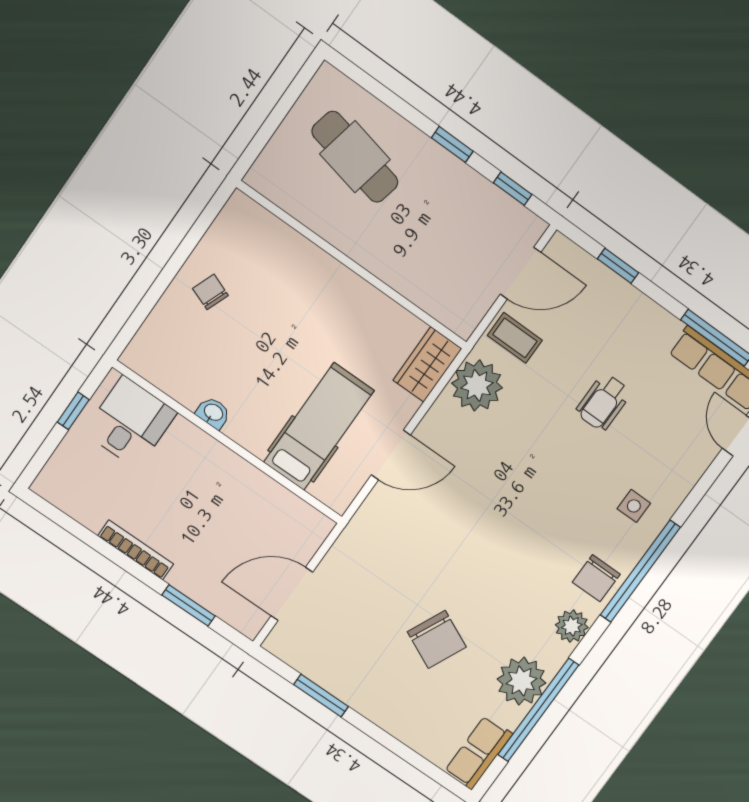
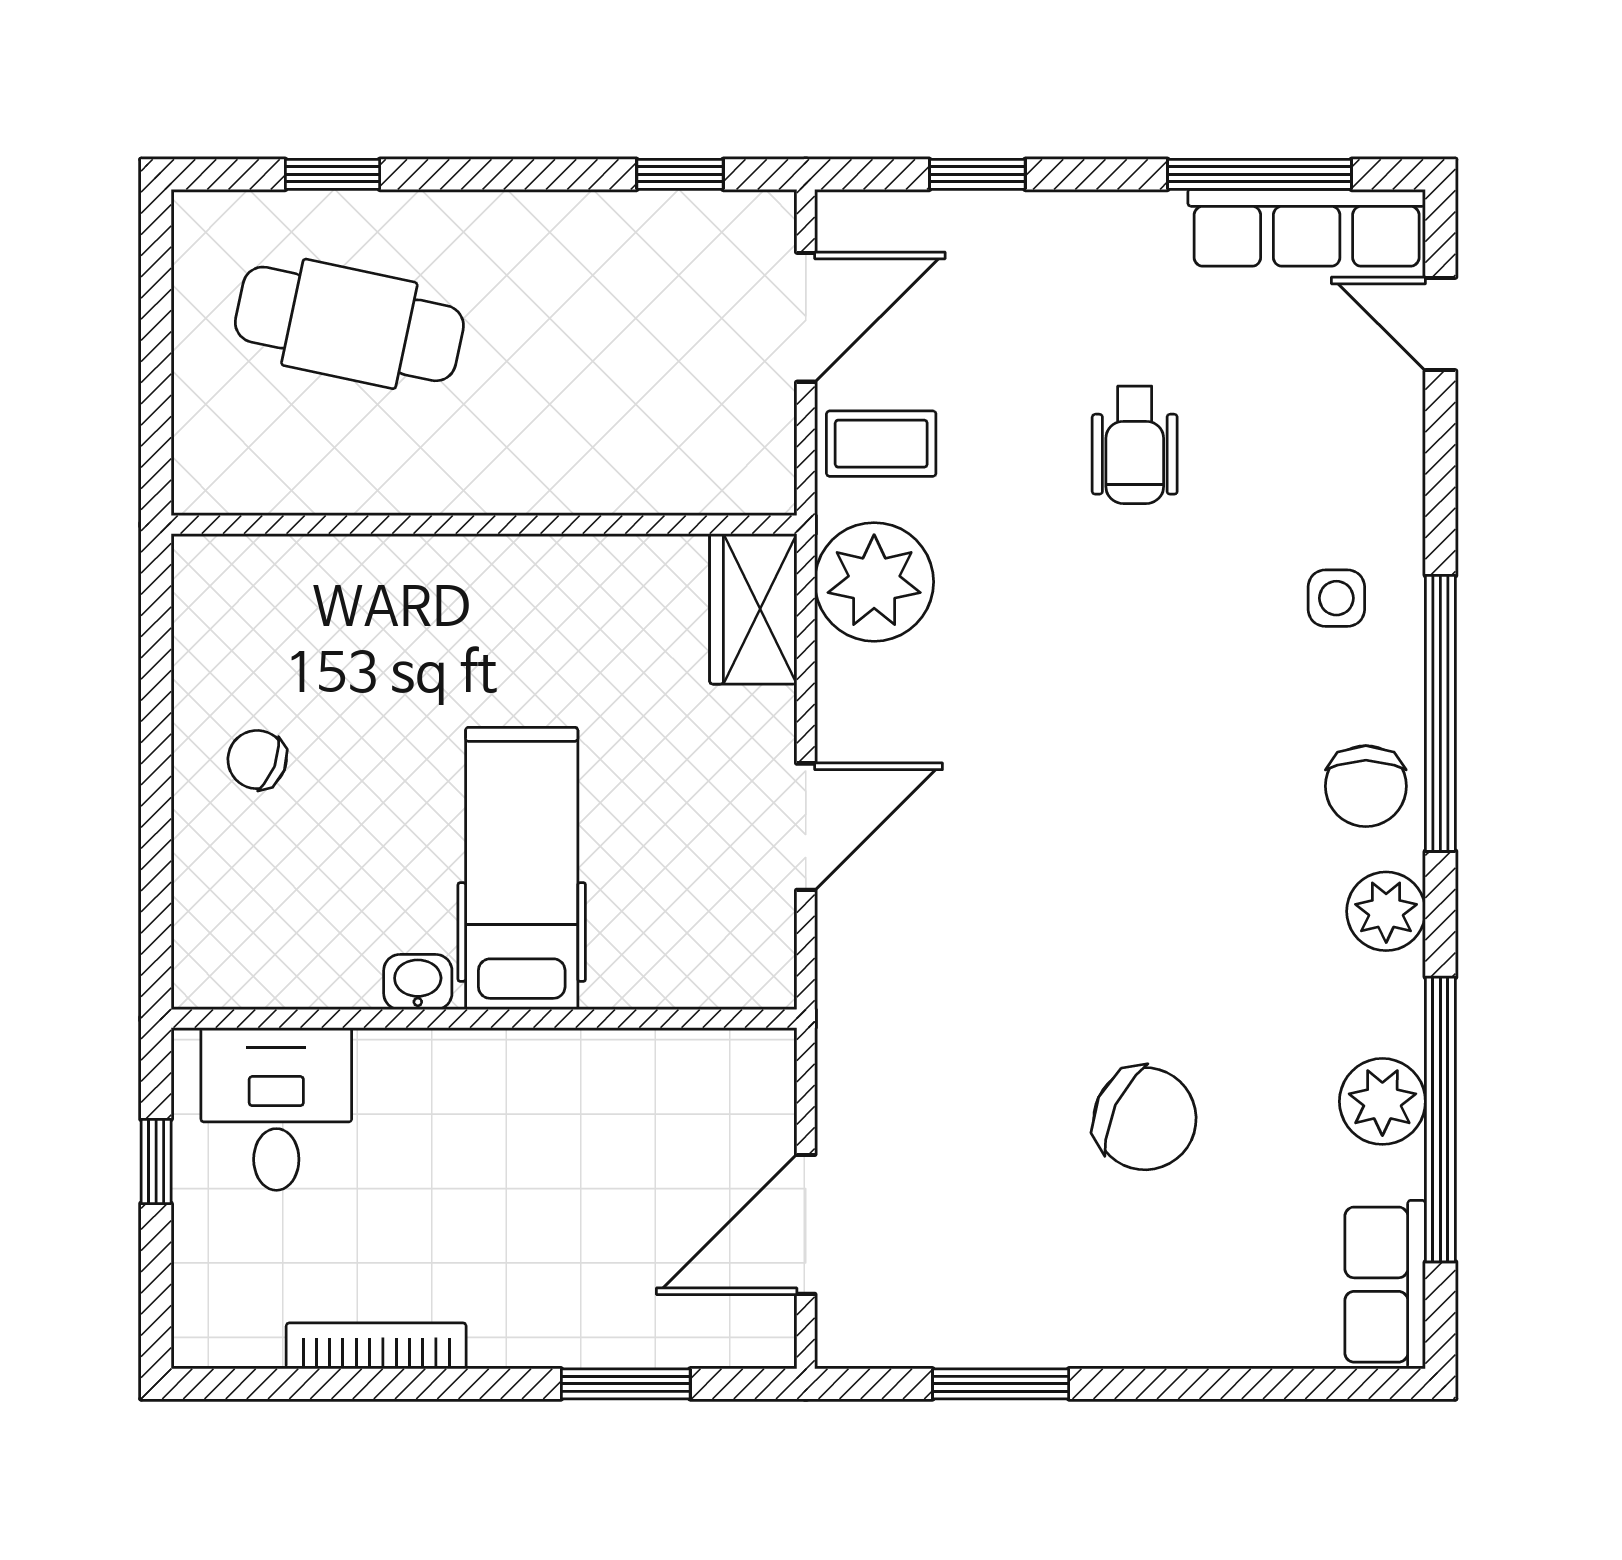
window: (452, 144) -> (332, 174), moved
hospital bed: (319, 426) -> (522, 868), moved
bookcase: (136, 550) -> (376, 1346), moved
plant: (521, 681) -> (1382, 1101), width x0.73, depth x0.73

